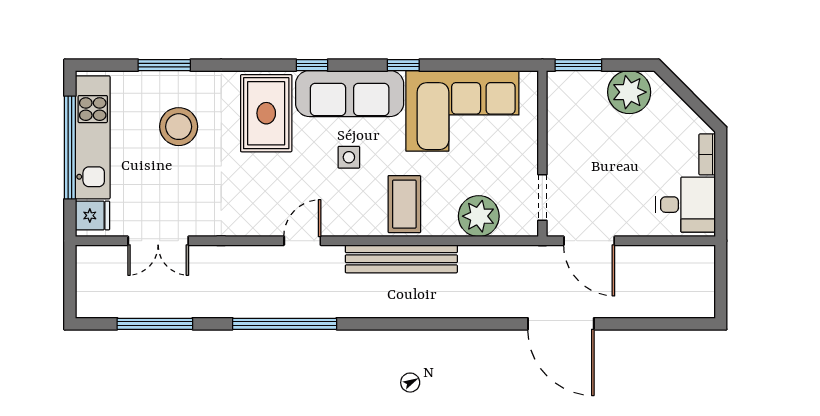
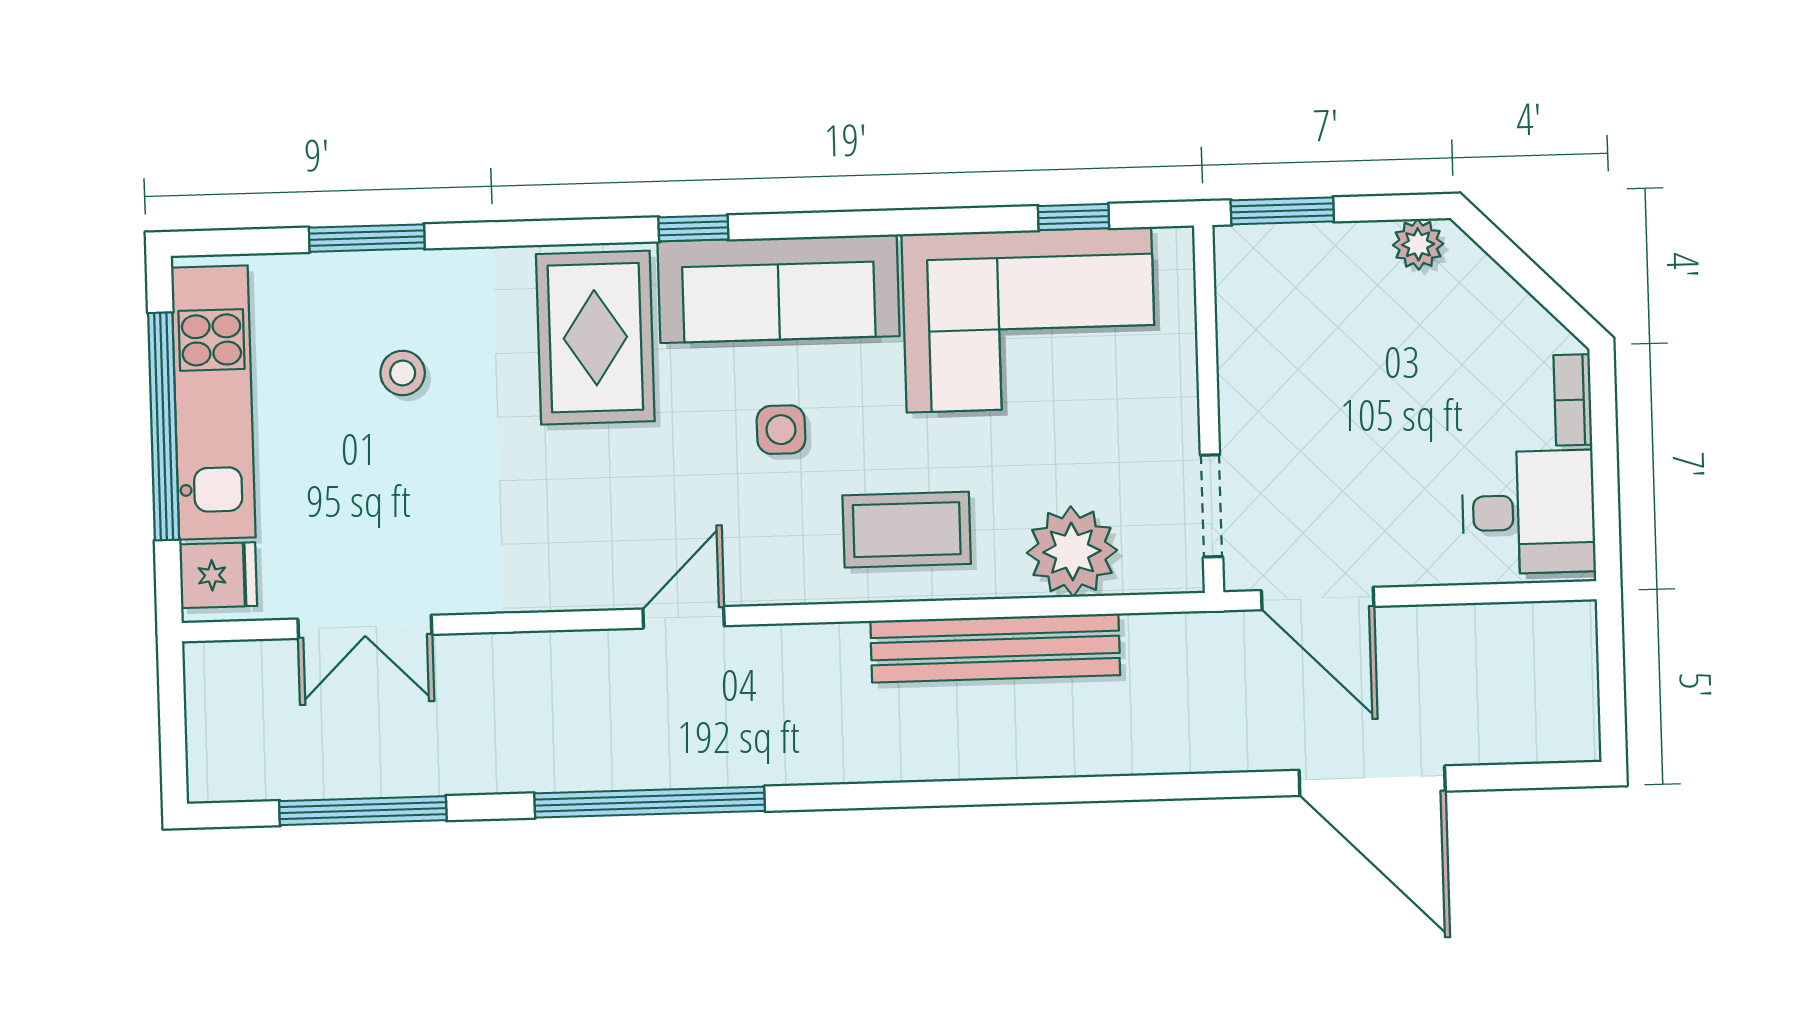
window: (403, 65) -> (1073, 217), moved
plant: (629, 92) -> (1418, 244), width x0.53, depth x0.53
stool: (179, 127) -> (403, 373), width x0.53, depth x0.53
coffee table: (404, 204) -> (907, 530), turned 90
bench: (401, 259) -> (995, 648), moved
door: (561, 324) -> (1372, 781), moved

